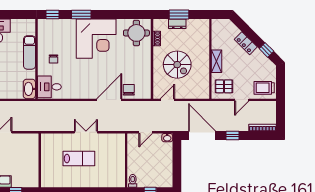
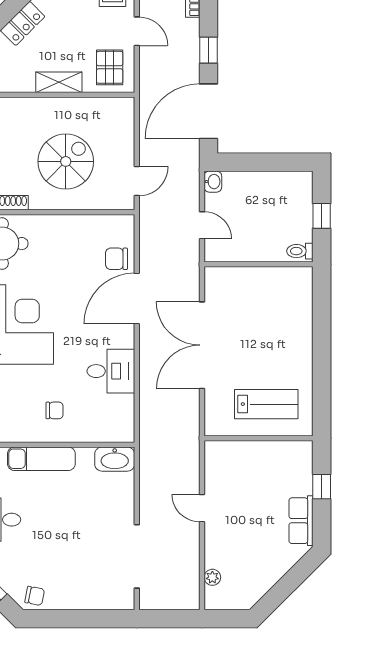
desk: (49, 87) -> (111, 371), moved, turned -90
door: (109, 100) -> (137, 298), hinge flipped
door: (167, 100) -> (137, 181), swing flipped
double door: (86, 132) -> (202, 345), width x1.87
lab bench: (79, 159) -> (266, 404), moved, turned 90

